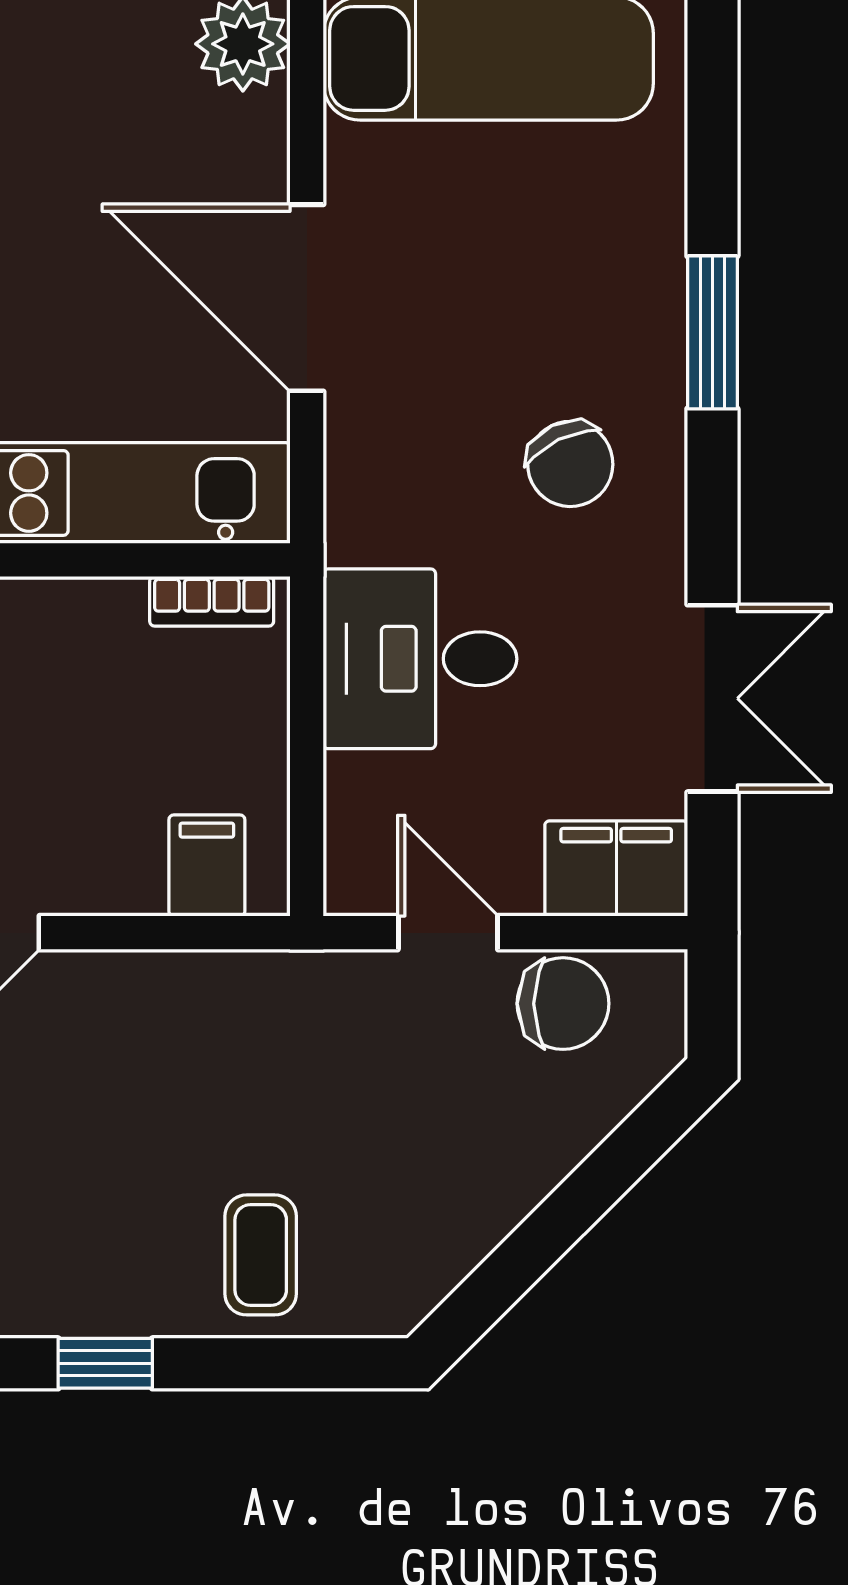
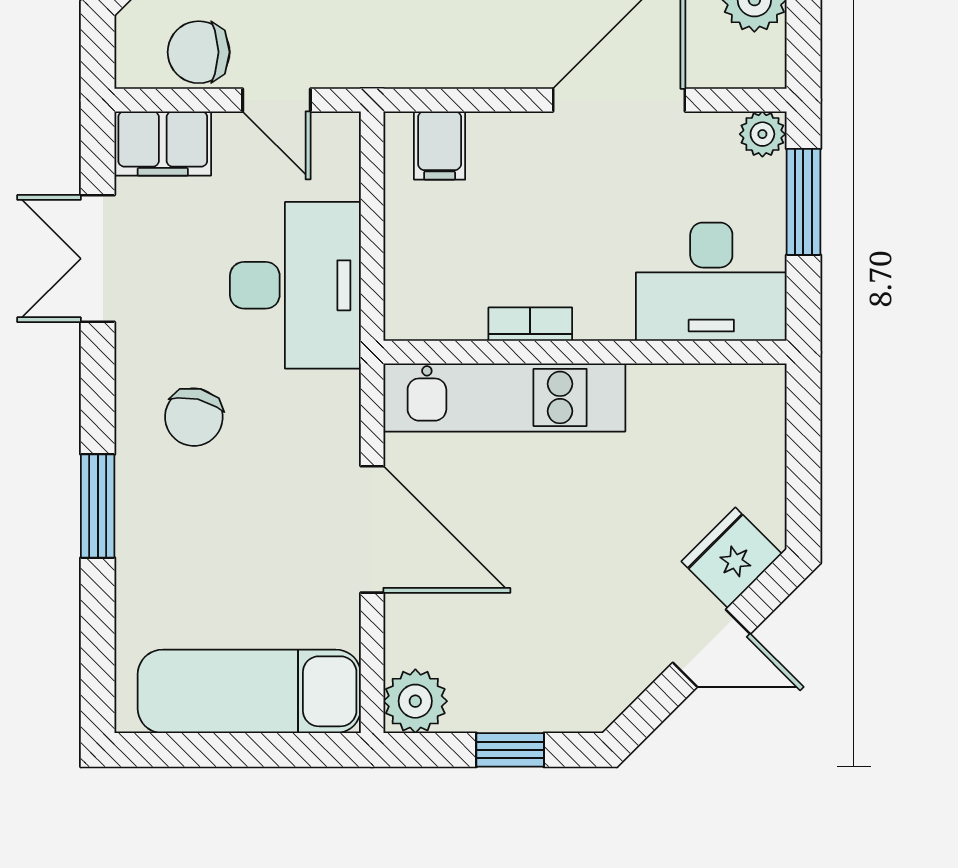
chair: (570, 464) -> (194, 417), turned -141
bookcase: (212, 601) -> (530, 324), moved
desk: (420, 659) -> (295, 285), width x1.37

